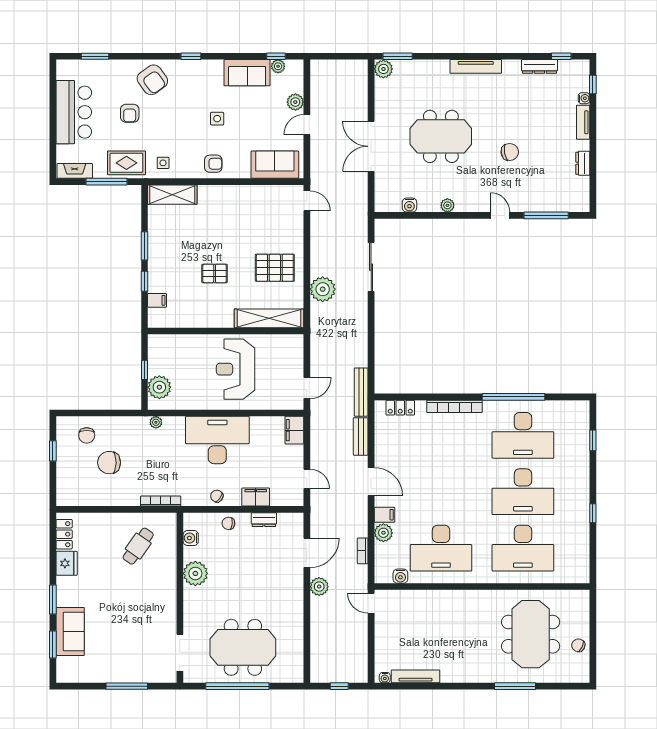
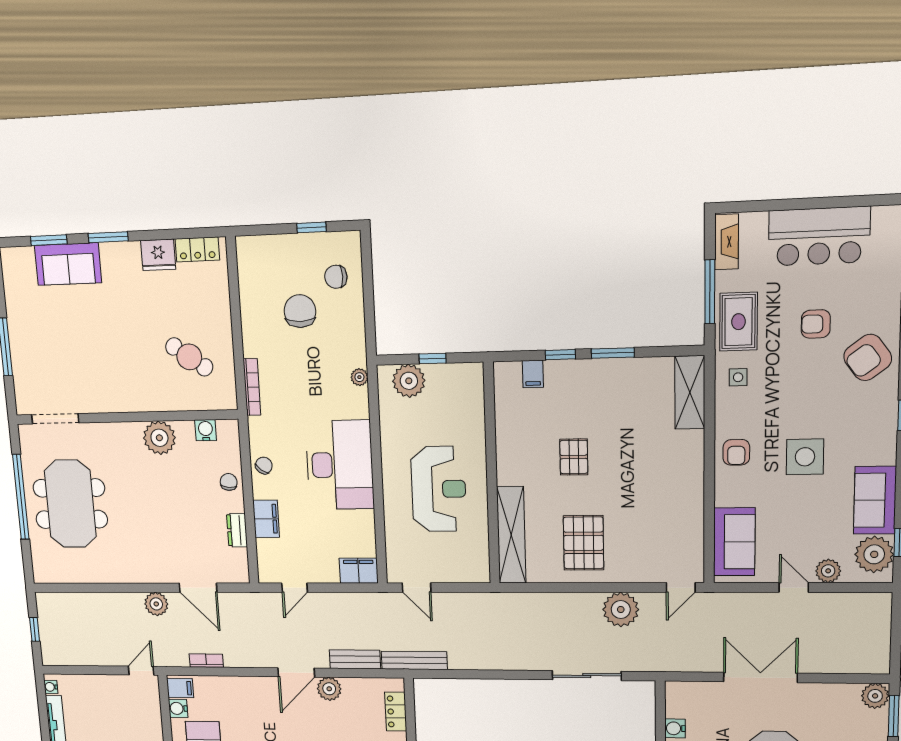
plant: (278, 66) -> (874, 554), width x1.88, depth x1.88
side table: (217, 119) -> (805, 457), width x1.87, depth x1.87
plant: (323, 289) -> (621, 609), moved
reception desk: (236, 369) -> (439, 489), turned 90
filing cabinet: (384, 515) -> (180, 688), moved, turned -90
plant: (383, 533) -> (329, 689), moved

